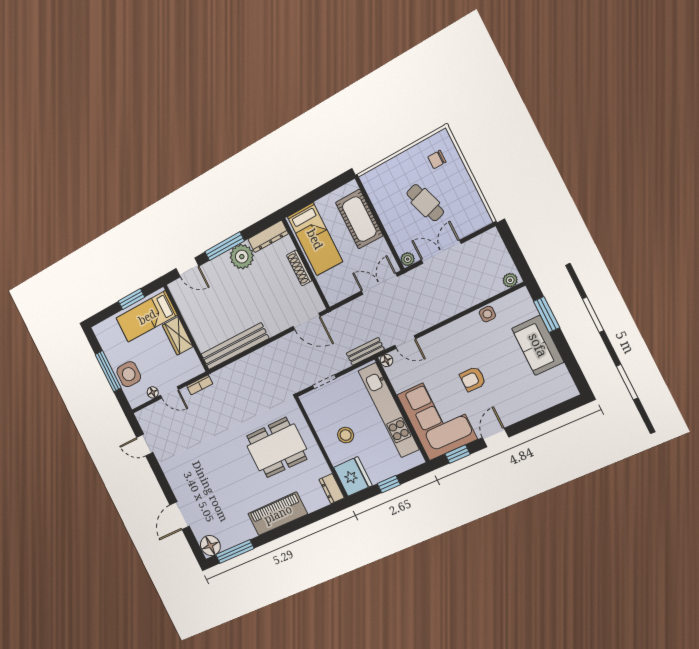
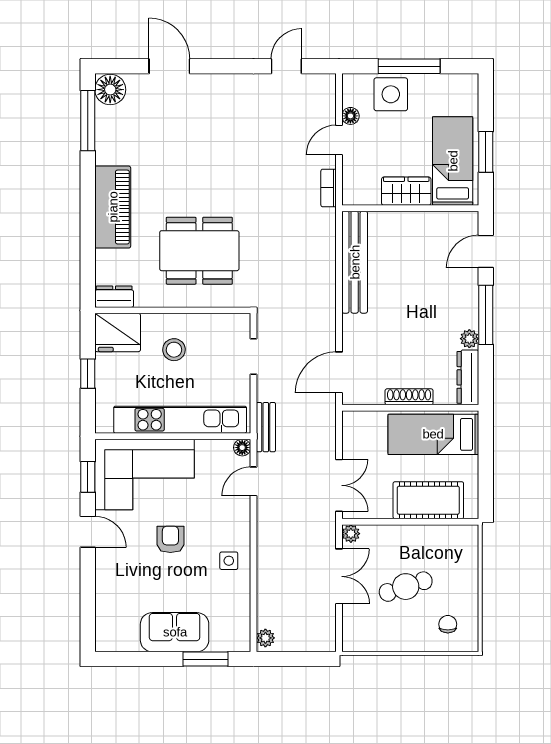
plant: (242, 257) -> (469, 339), width x0.53, depth x0.53
side table: (487, 314) -> (229, 561), moved
dining table: (277, 447) -> (199, 251), turned 90

